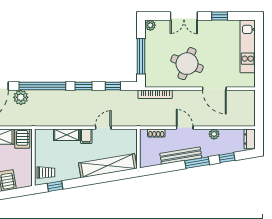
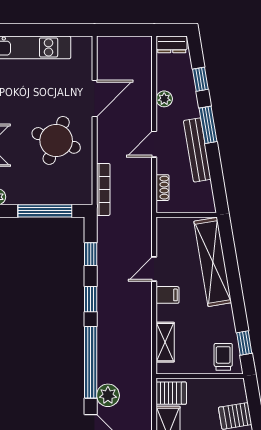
door: (103, 128) -> (154, 269), hinge flipped
shelving: (67, 135) -> (165, 342), moved

